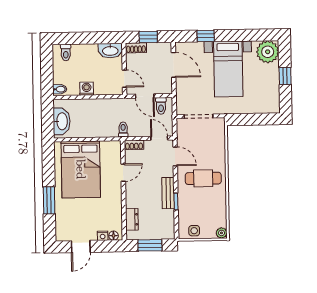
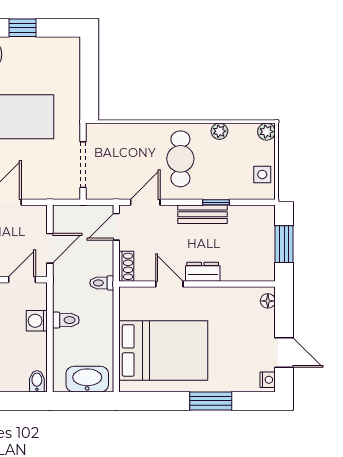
washing machine: (87, 89) -> (37, 321), moved
toilet: (161, 106) -> (66, 320), moved
plant: (221, 203) -> (219, 131), added
dresser: (132, 219) -> (203, 272), moved
nightstand: (103, 236) -> (268, 380), moved

